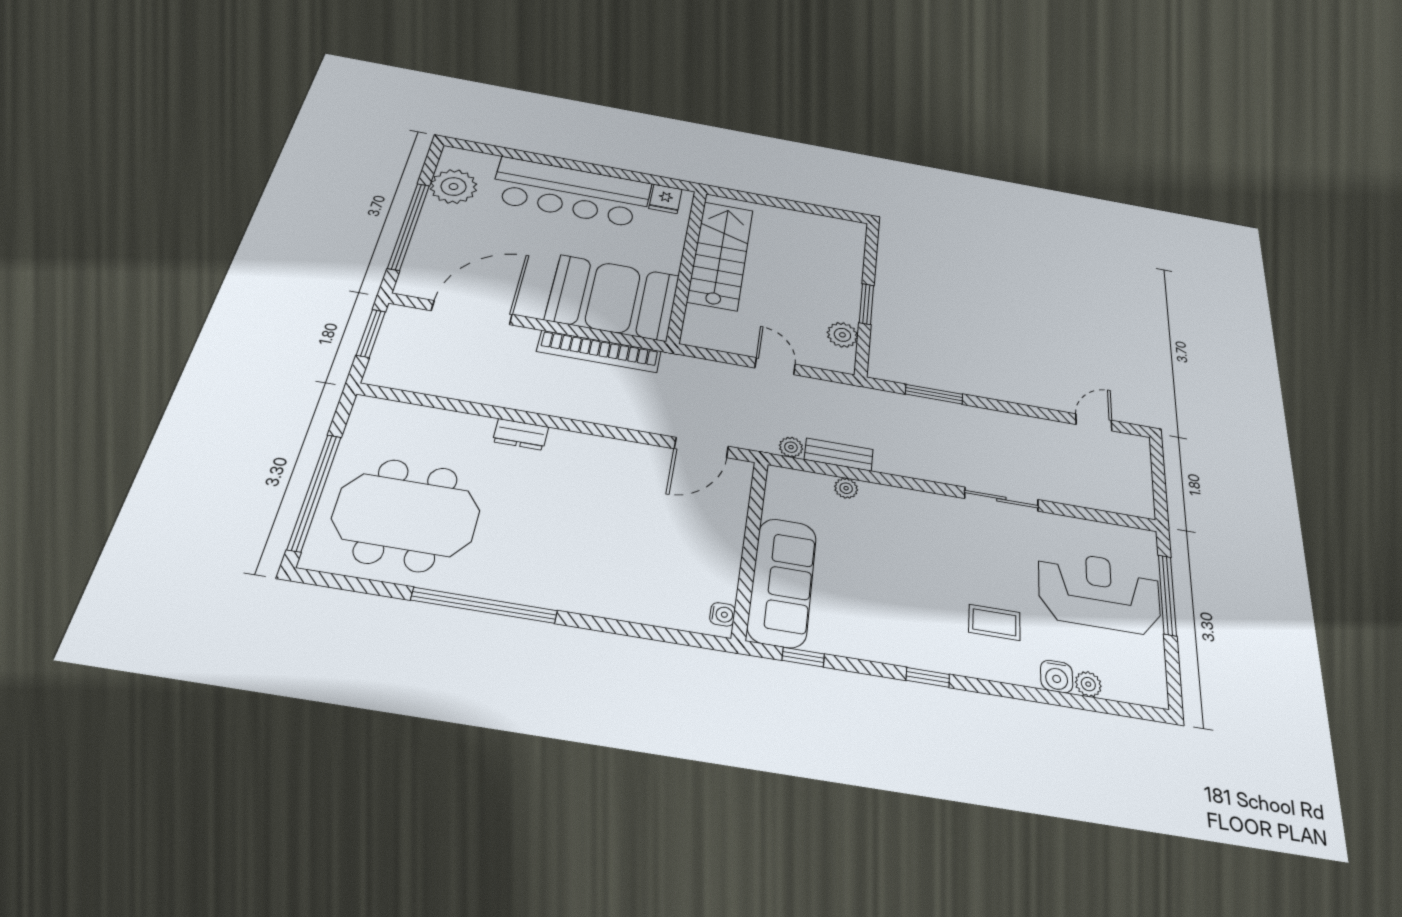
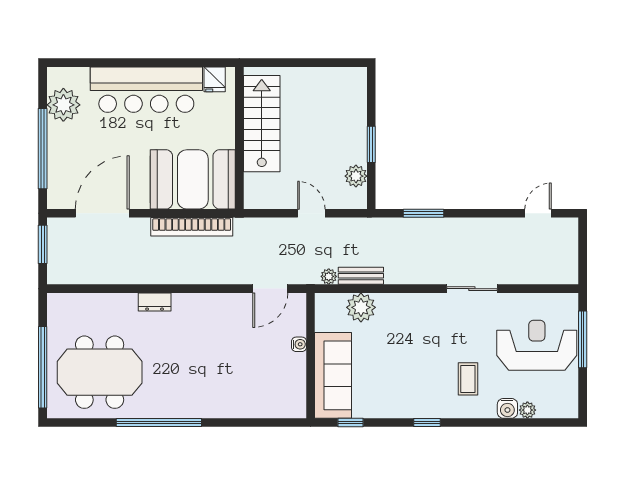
plant: (846, 488) -> (361, 307), width x1.88, depth x1.88
water cooler: (722, 614) -> (299, 344), moved
coffee table: (994, 622) -> (468, 379), turned 90

